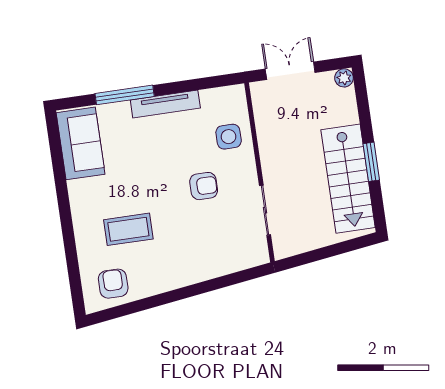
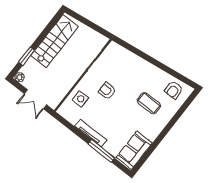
window: (371, 162) -> (26, 56), moved

